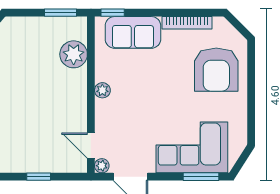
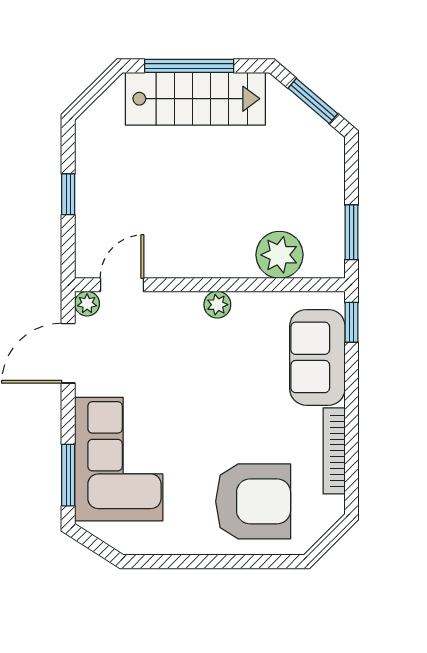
armchair: (216, 70) -> (253, 501), turned 180

